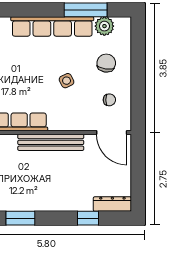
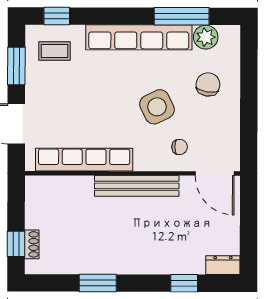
side table: (67, 81) -> (157, 107), width x1.87, depth x1.87
chair: (109, 100) -> (180, 147), moved
dresser: (112, 204) -> (223, 265), width x0.70

